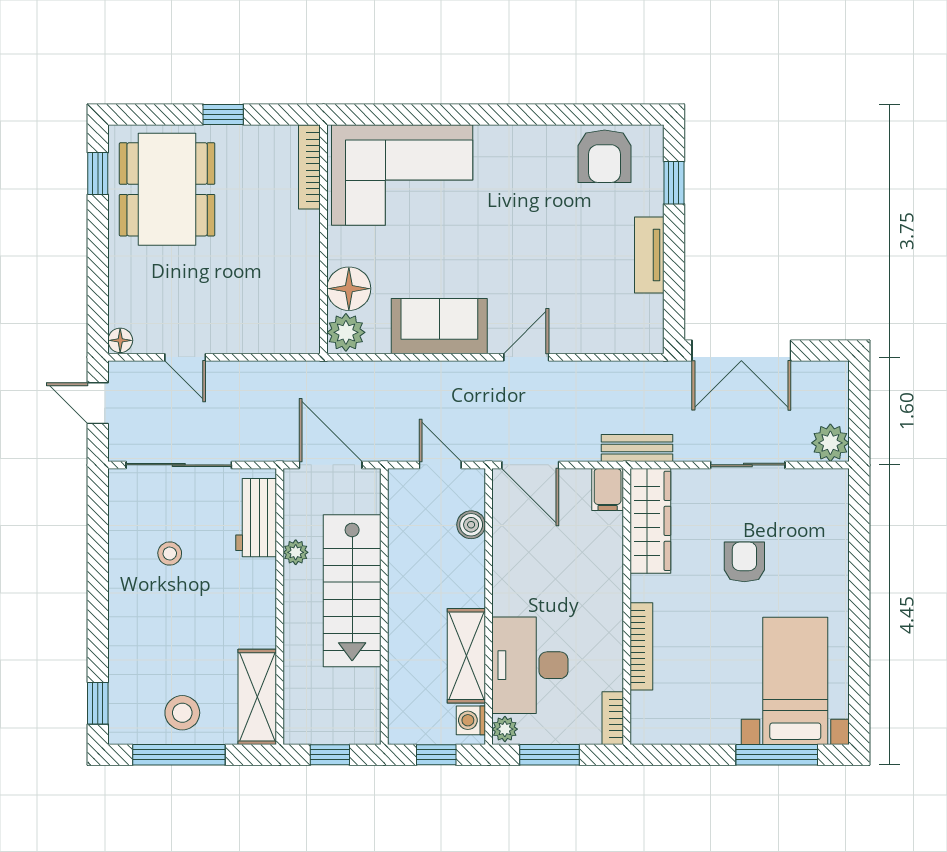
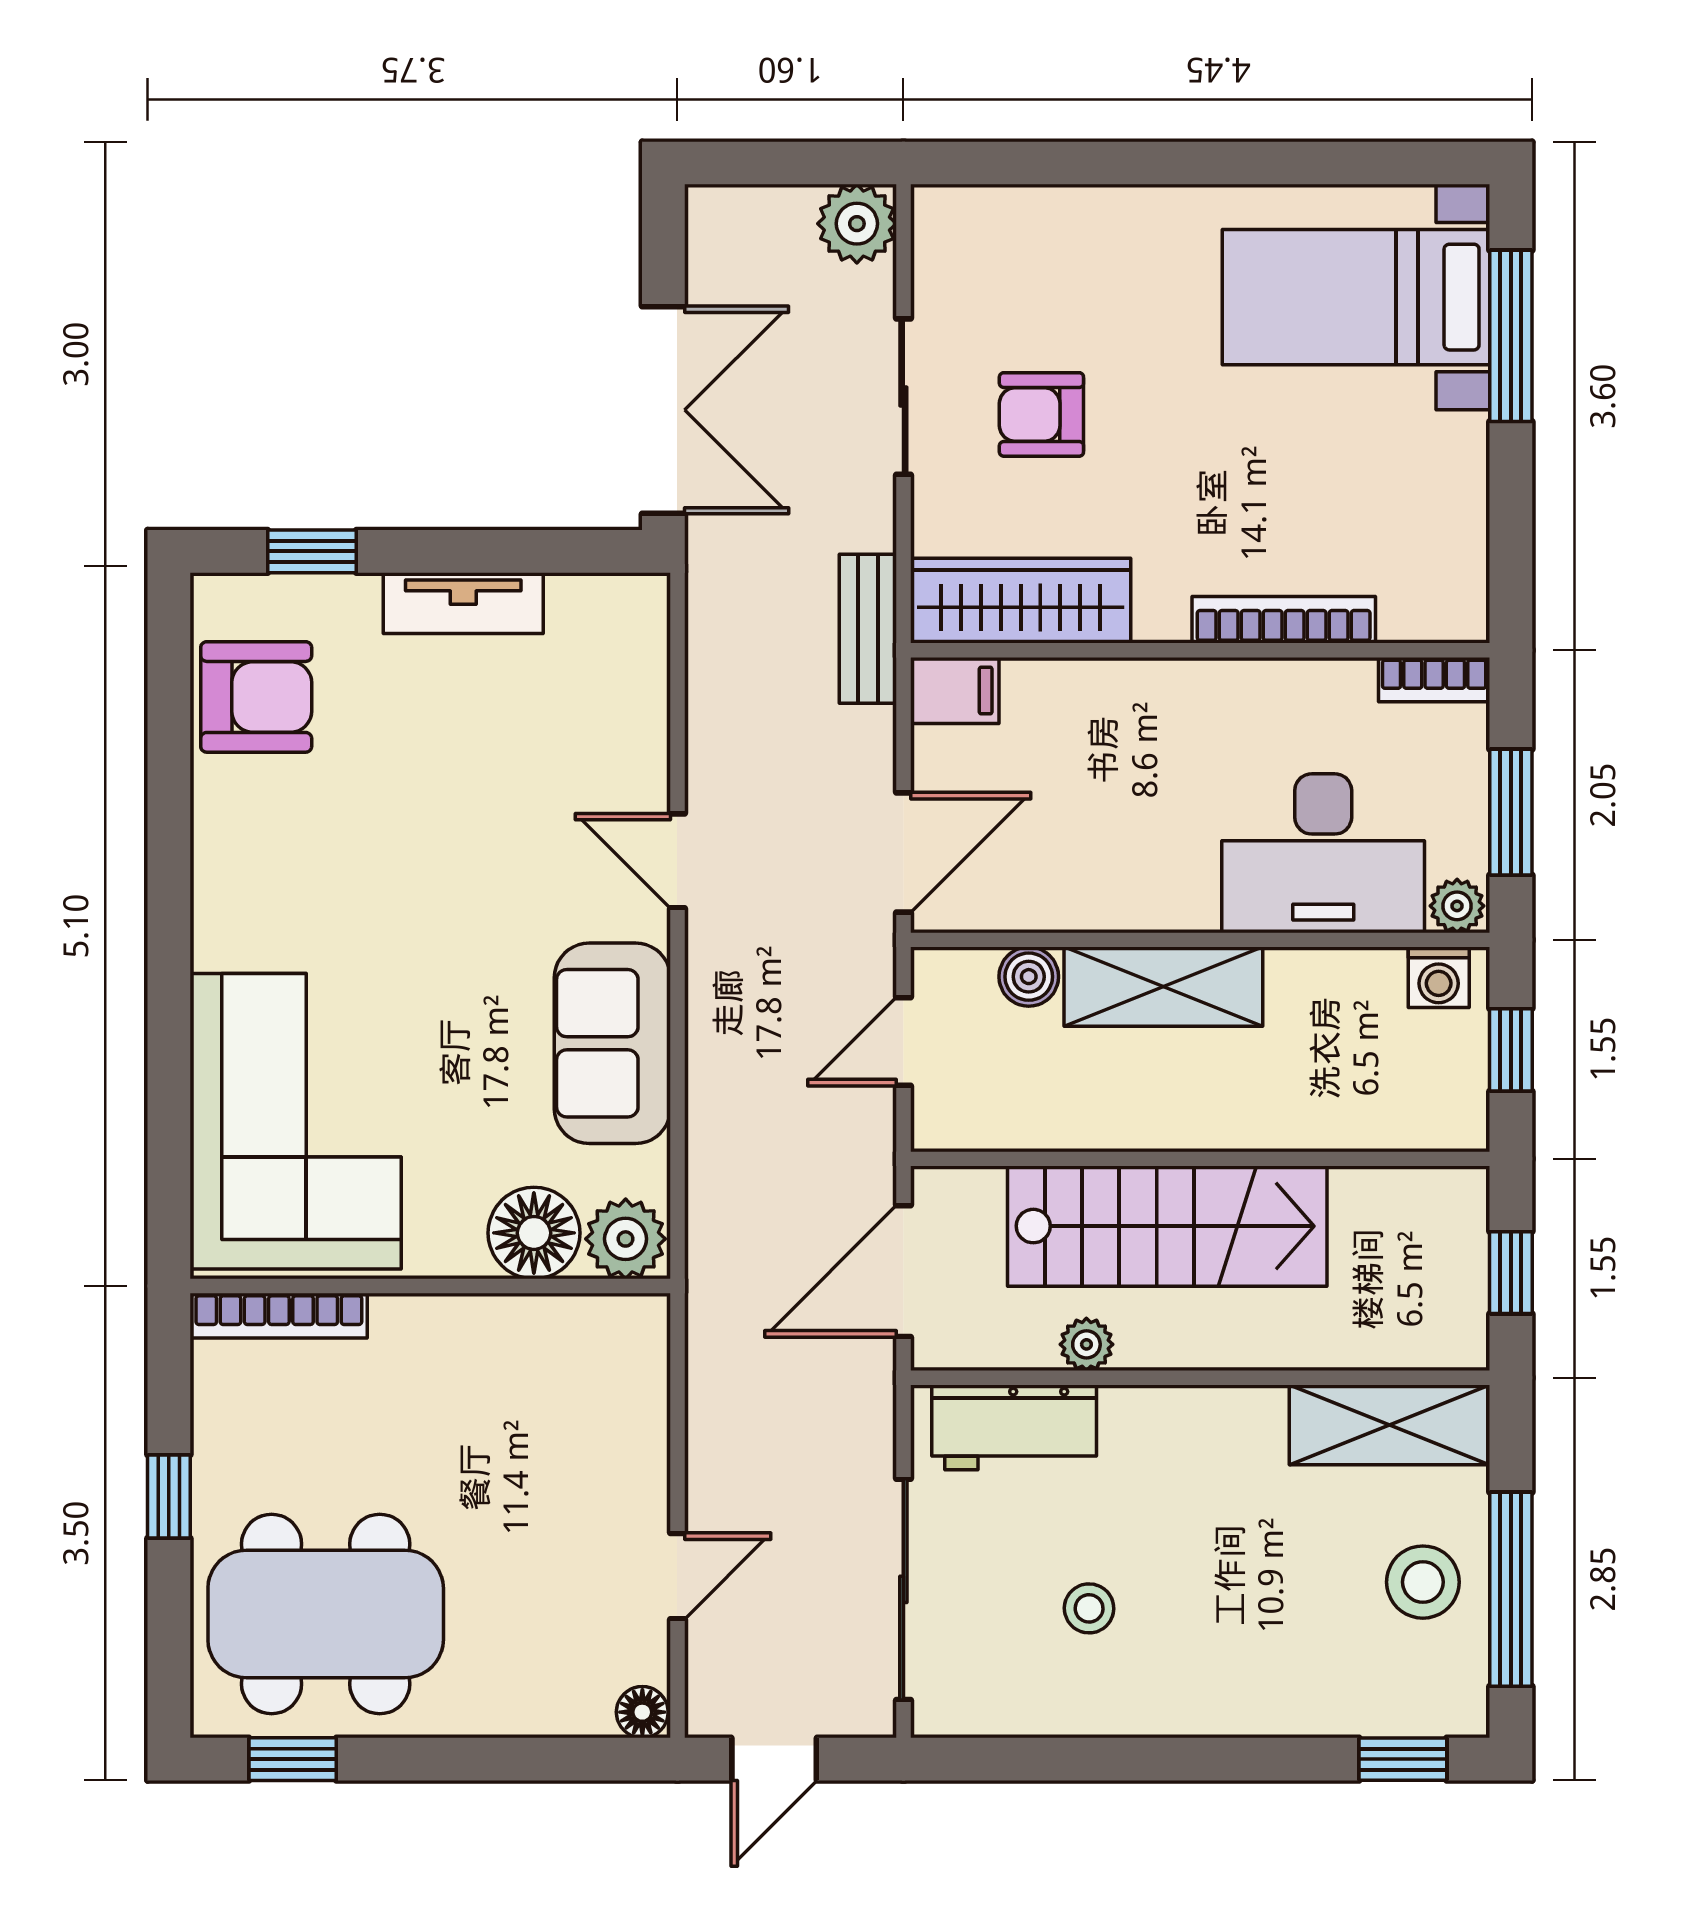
armchair: (744, 562) -> (1041, 414), moved
shelving: (466, 656) -> (1163, 987), moved

